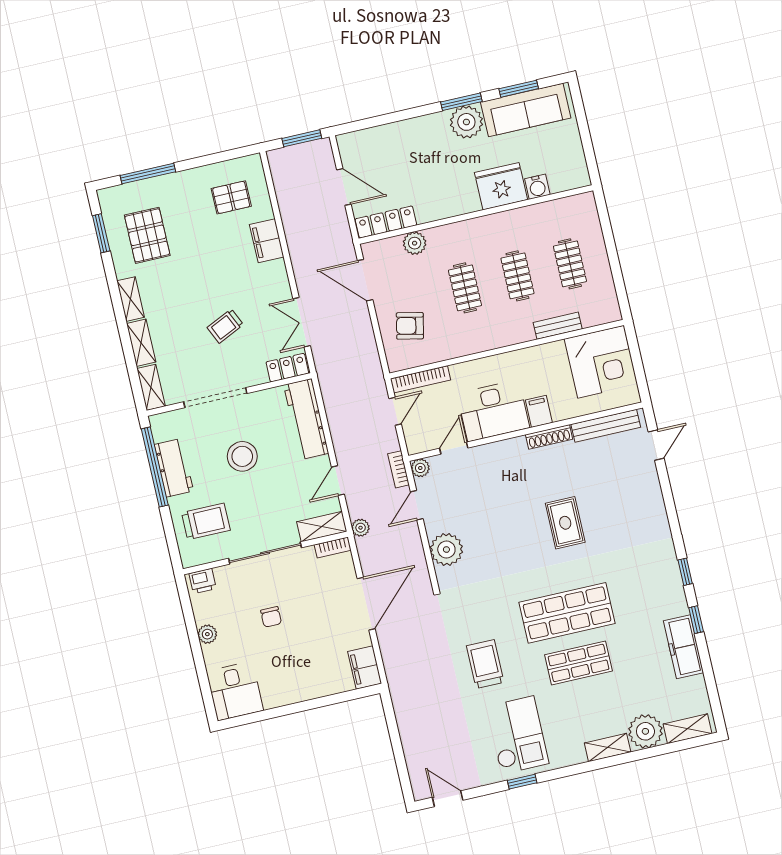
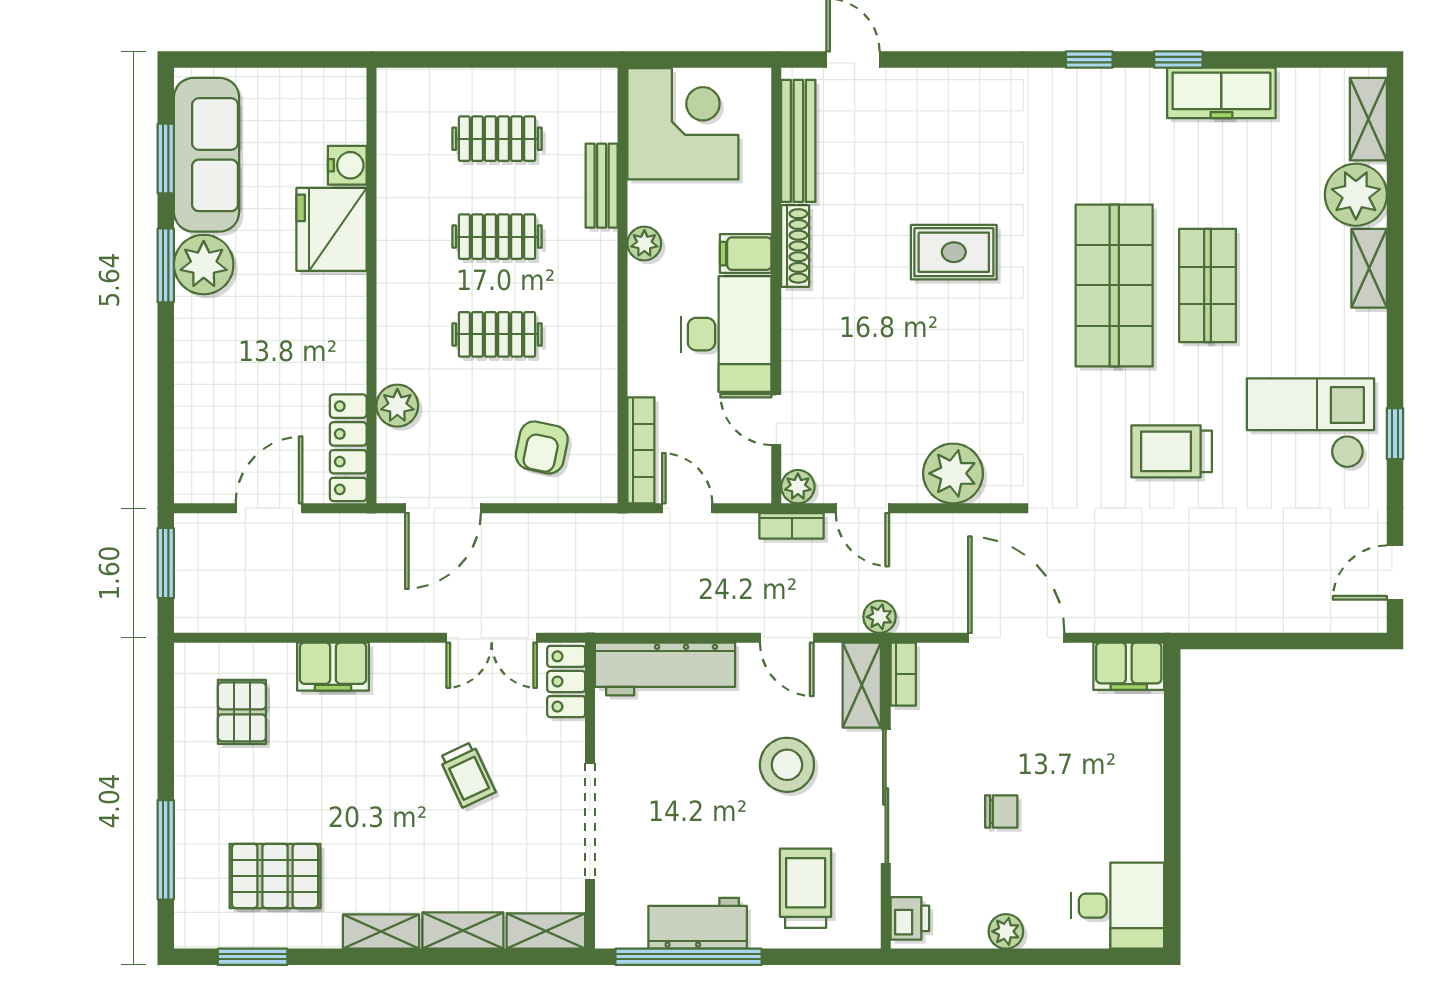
plant: (532, 356) -> (644, 243), added
stool: (242, 456) -> (787, 765), moved

